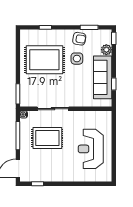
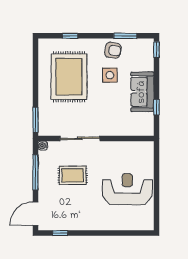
plant: (106, 50) -> (147, 64), removed
rug: (44, 60) -> (69, 77), turned 90
sofa: (103, 77) -> (142, 92), width x0.73
rug: (47, 138) -> (73, 175), width x0.73, depth x0.70
reception desk: (91, 149) -> (127, 189), turned 90

